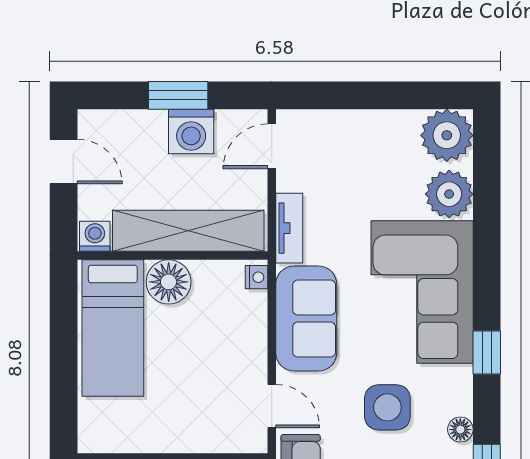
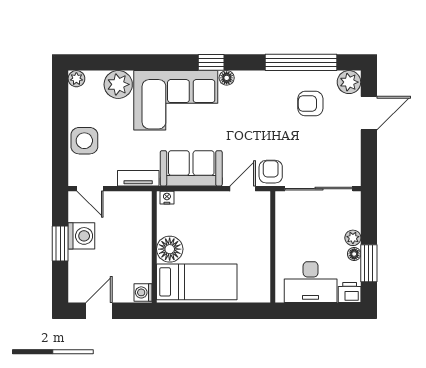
plant: (447, 135) -> (76, 79), width x0.53, depth x0.53
shelving: (188, 231) -> (140, 238), removed
side table: (387, 407) -> (84, 141), moved
floor lamp: (460, 430) -> (227, 78), moved

